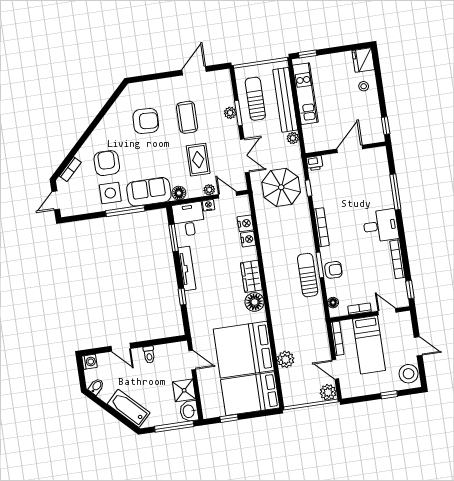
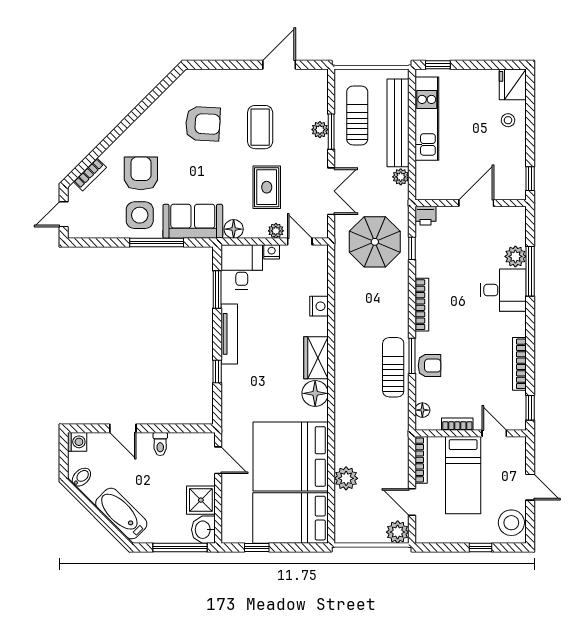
plant: (383, 183) -> (515, 256), added
nightstand: (245, 223) -> (318, 284), removed
desk: (381, 226) -> (503, 290), moved

